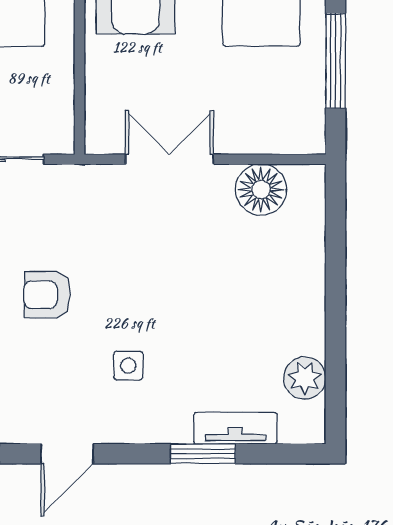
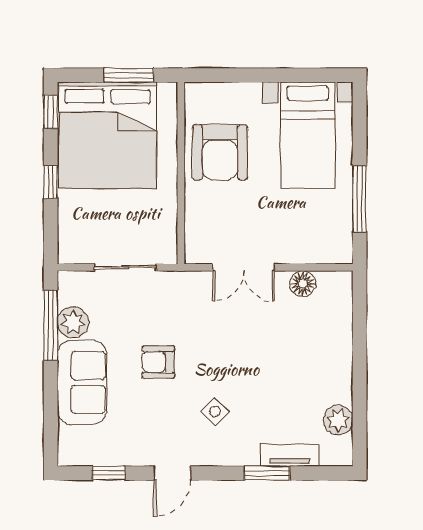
double door: (169, 159) -> (244, 267), swing flipped
floor lamp: (261, 190) -> (303, 284), width x0.73, depth x0.73
side table: (128, 366) -> (215, 412), turned 45

